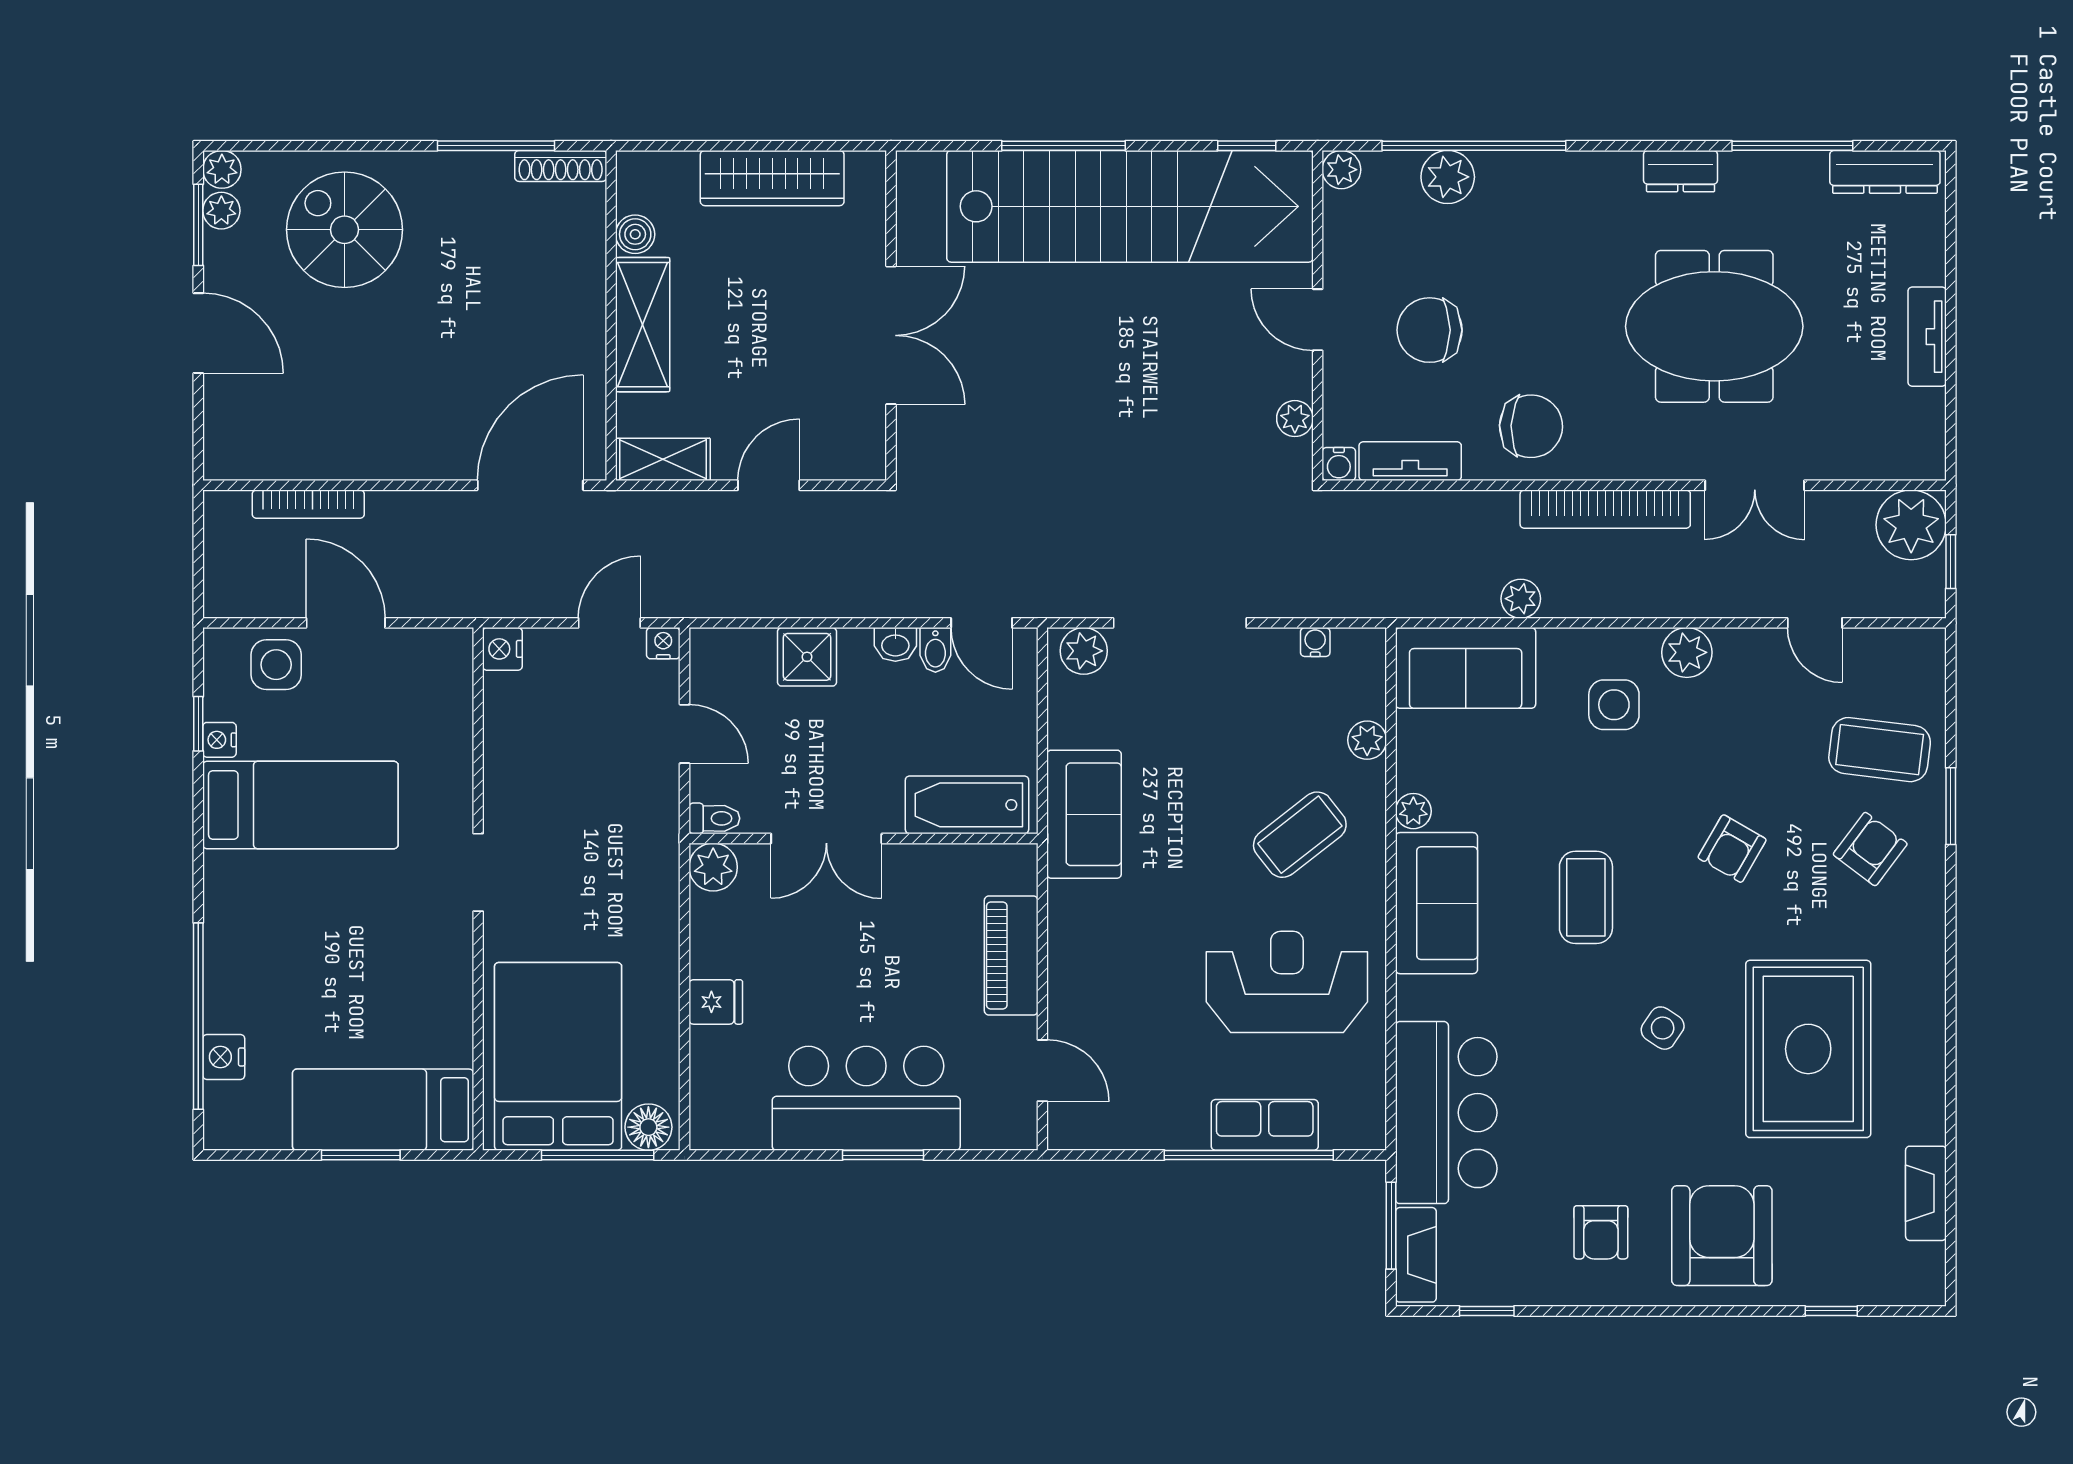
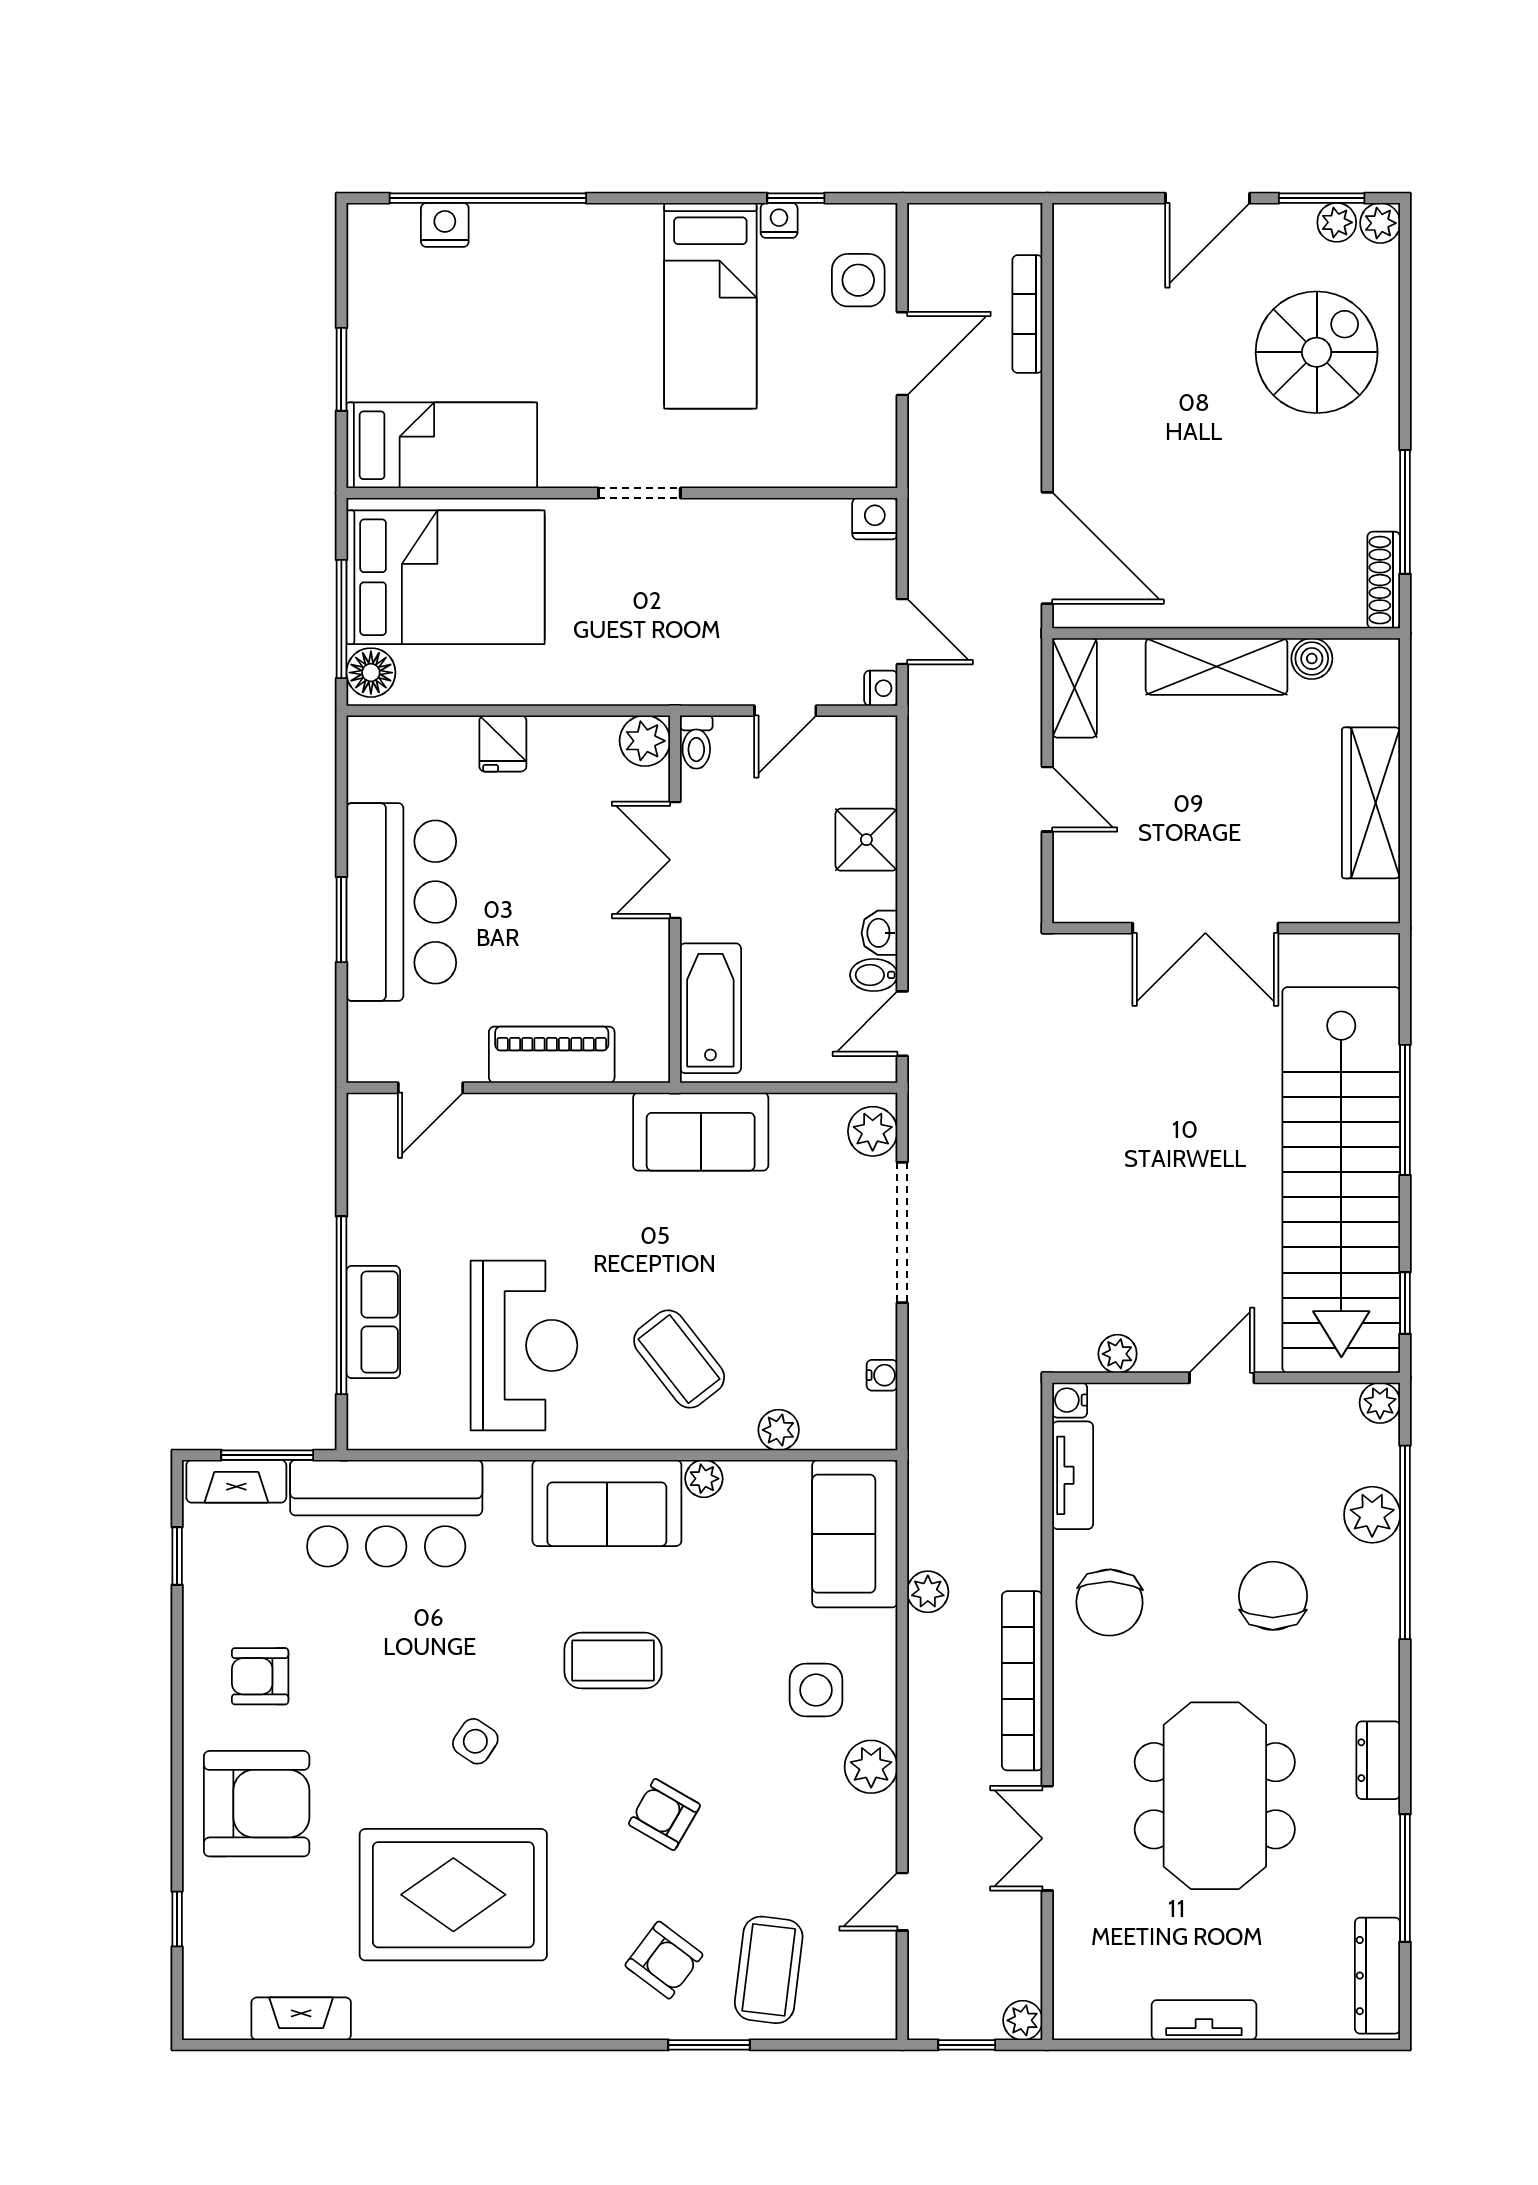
chair: (1430, 330) -> (1273, 1596), moved
plant: (1911, 525) -> (1023, 2020), width x0.53, depth x0.53
bed: (383, 1110) -> (442, 445), moved, turned 90

